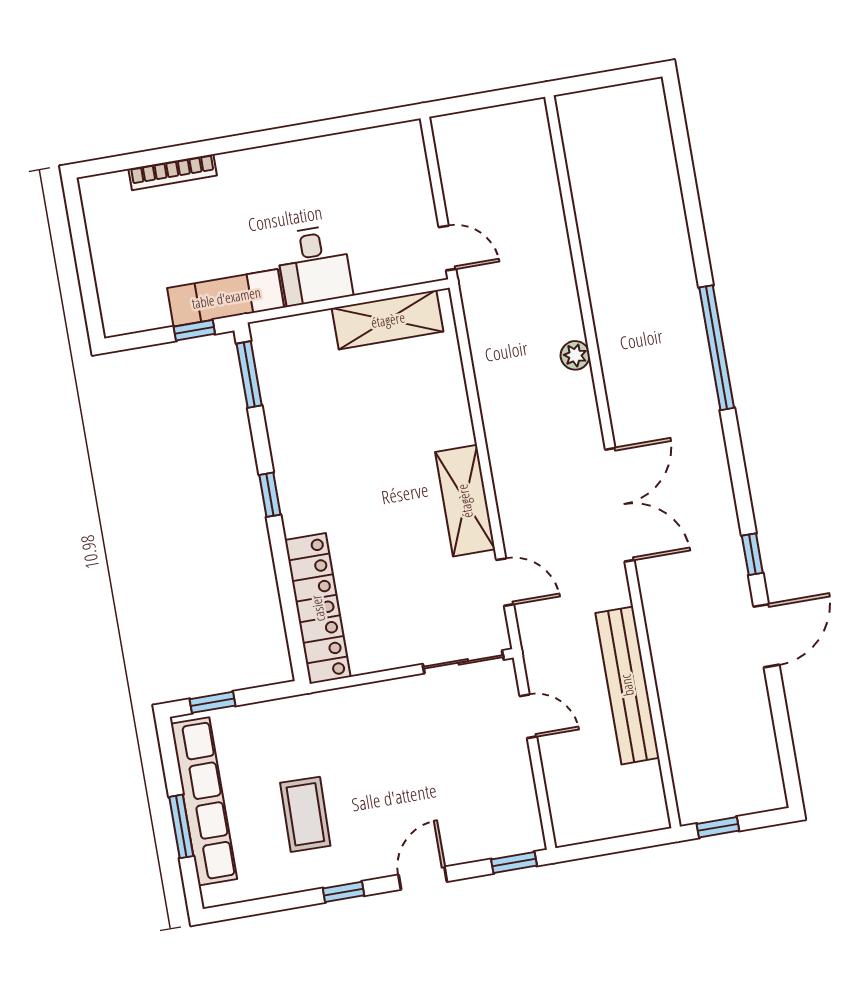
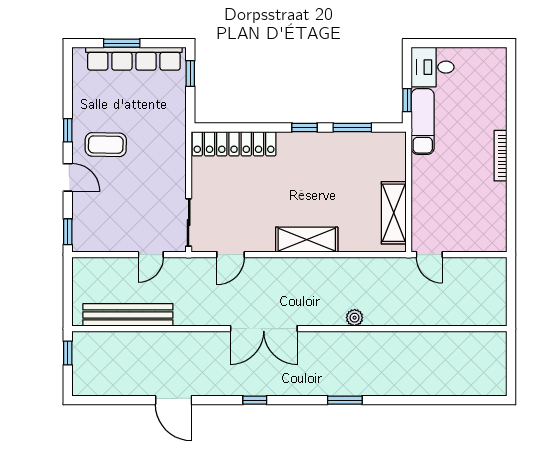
bookcase: (173, 172) -> (501, 156), moved
door: (447, 248) -> (429, 255), hinge flipped
desk: (314, 265) -> (433, 67), moved
window: (717, 348) -> (345, 400), width x0.47
window: (249, 374) -> (352, 127), moved
shelving: (465, 501) -> (307, 240), moved
window: (752, 554) -> (255, 400), moved
bench: (627, 685) -> (128, 315), moved
coffee table: (305, 814) -> (106, 145), moved

